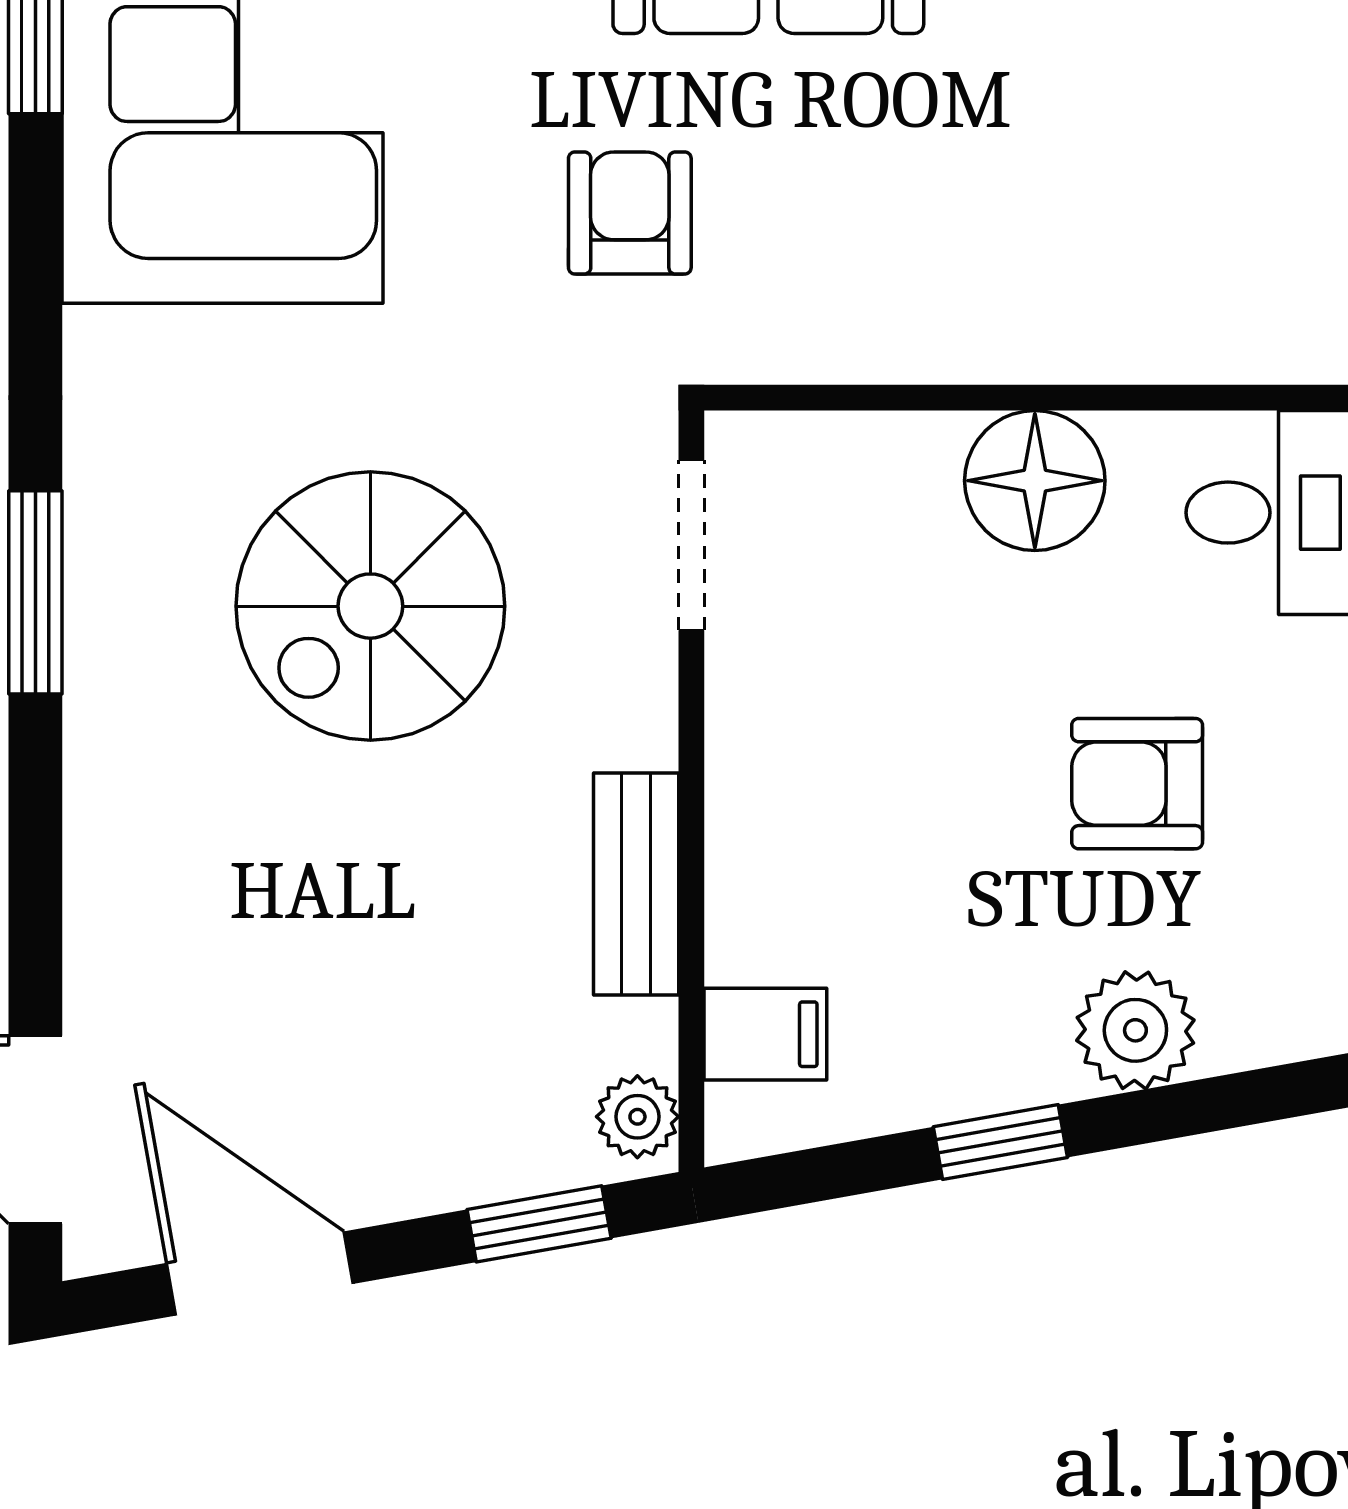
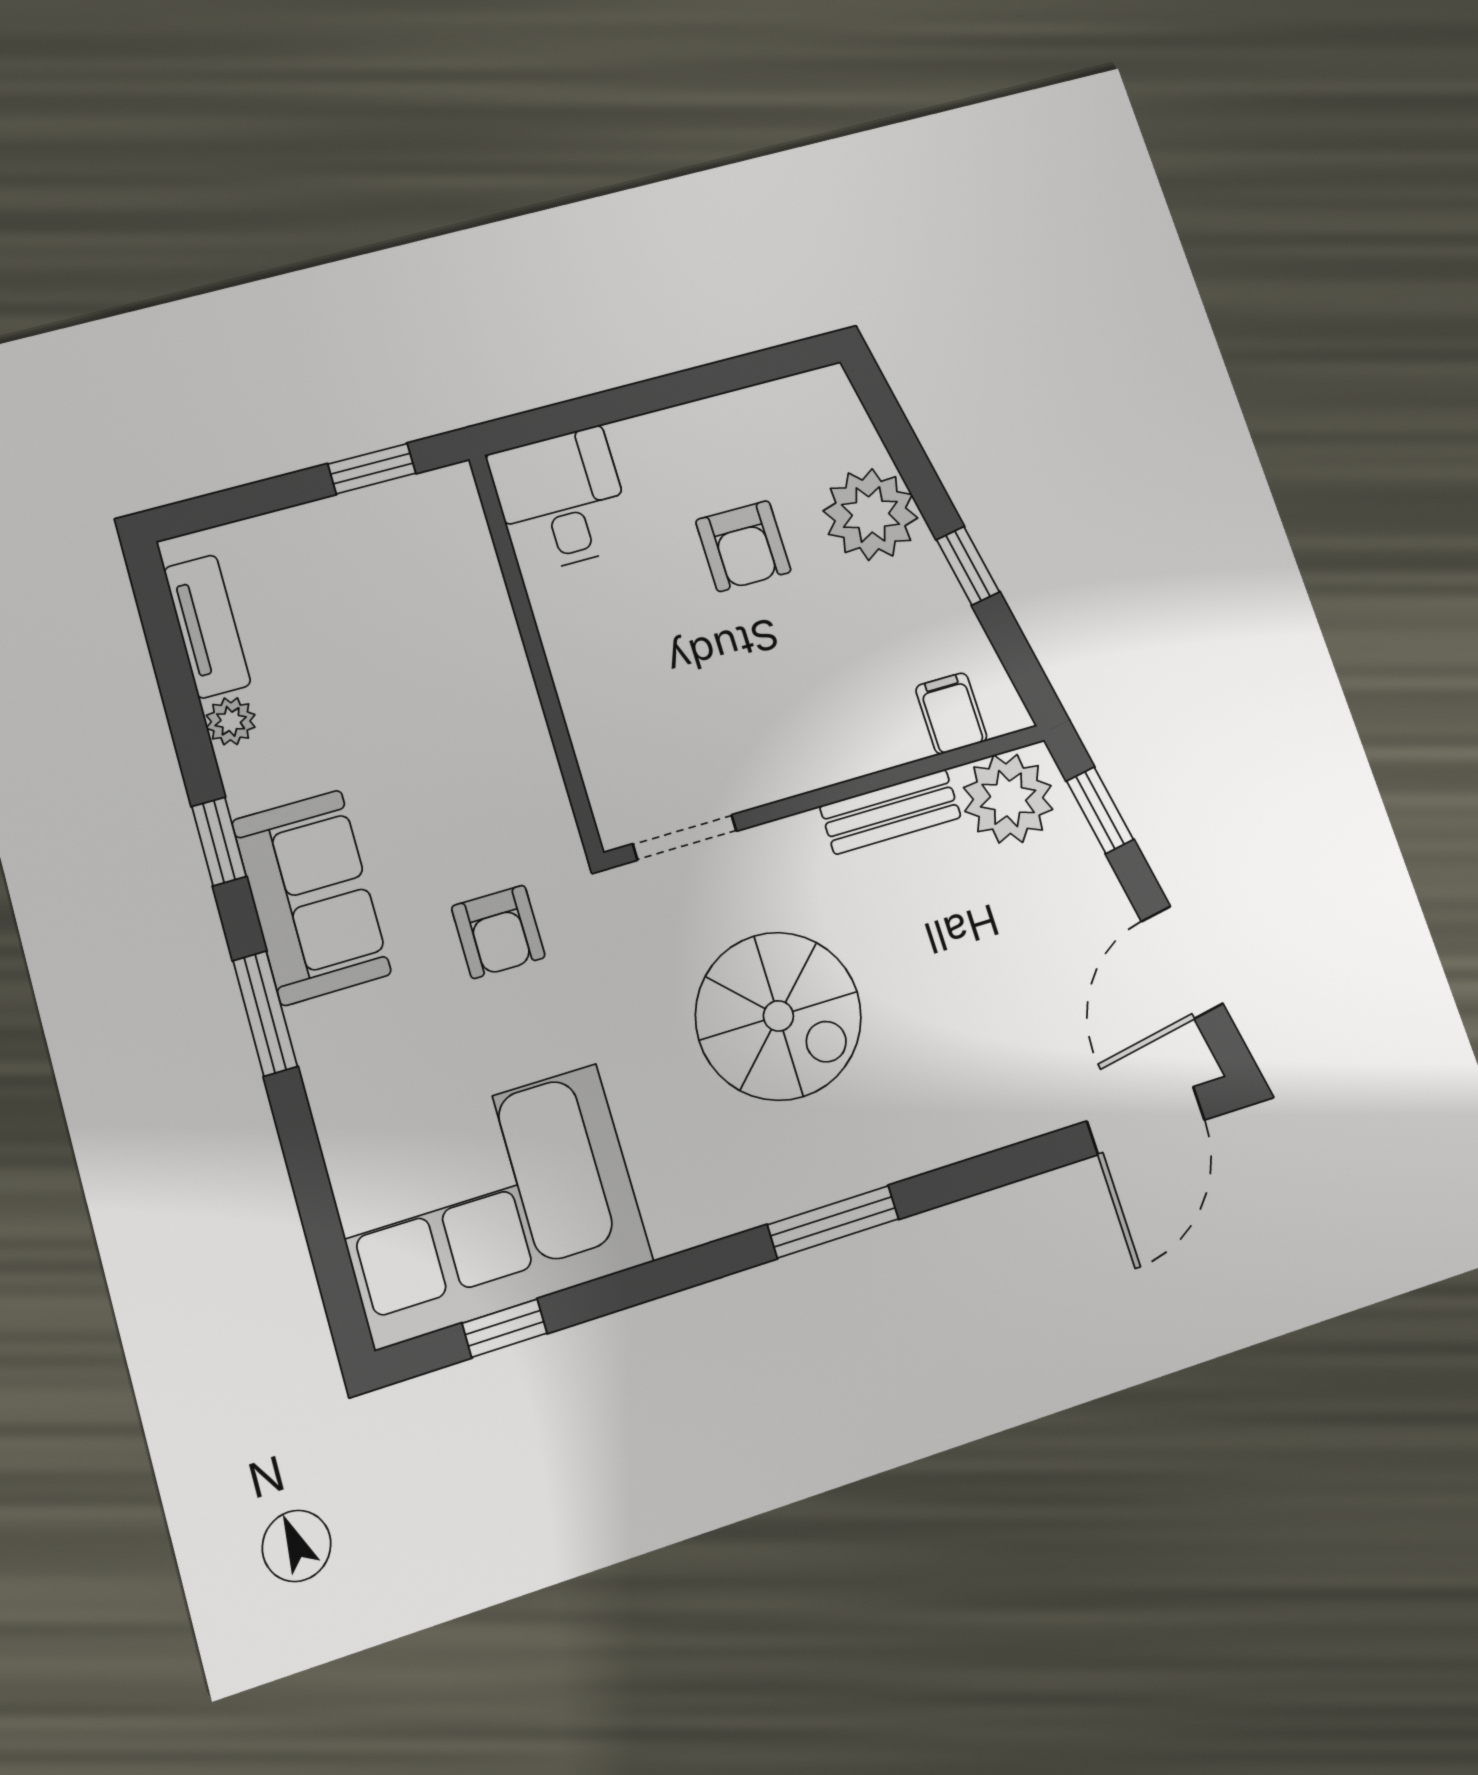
armchair: (630, 213) -> (498, 932), turned -90
floor lamp: (1035, 481) -> (587, 651), removed
plant: (1135, 1030) -> (870, 514), width x1.36, depth x1.36
plant: (637, 1117) -> (1008, 799), width x1.88, depth x1.88

